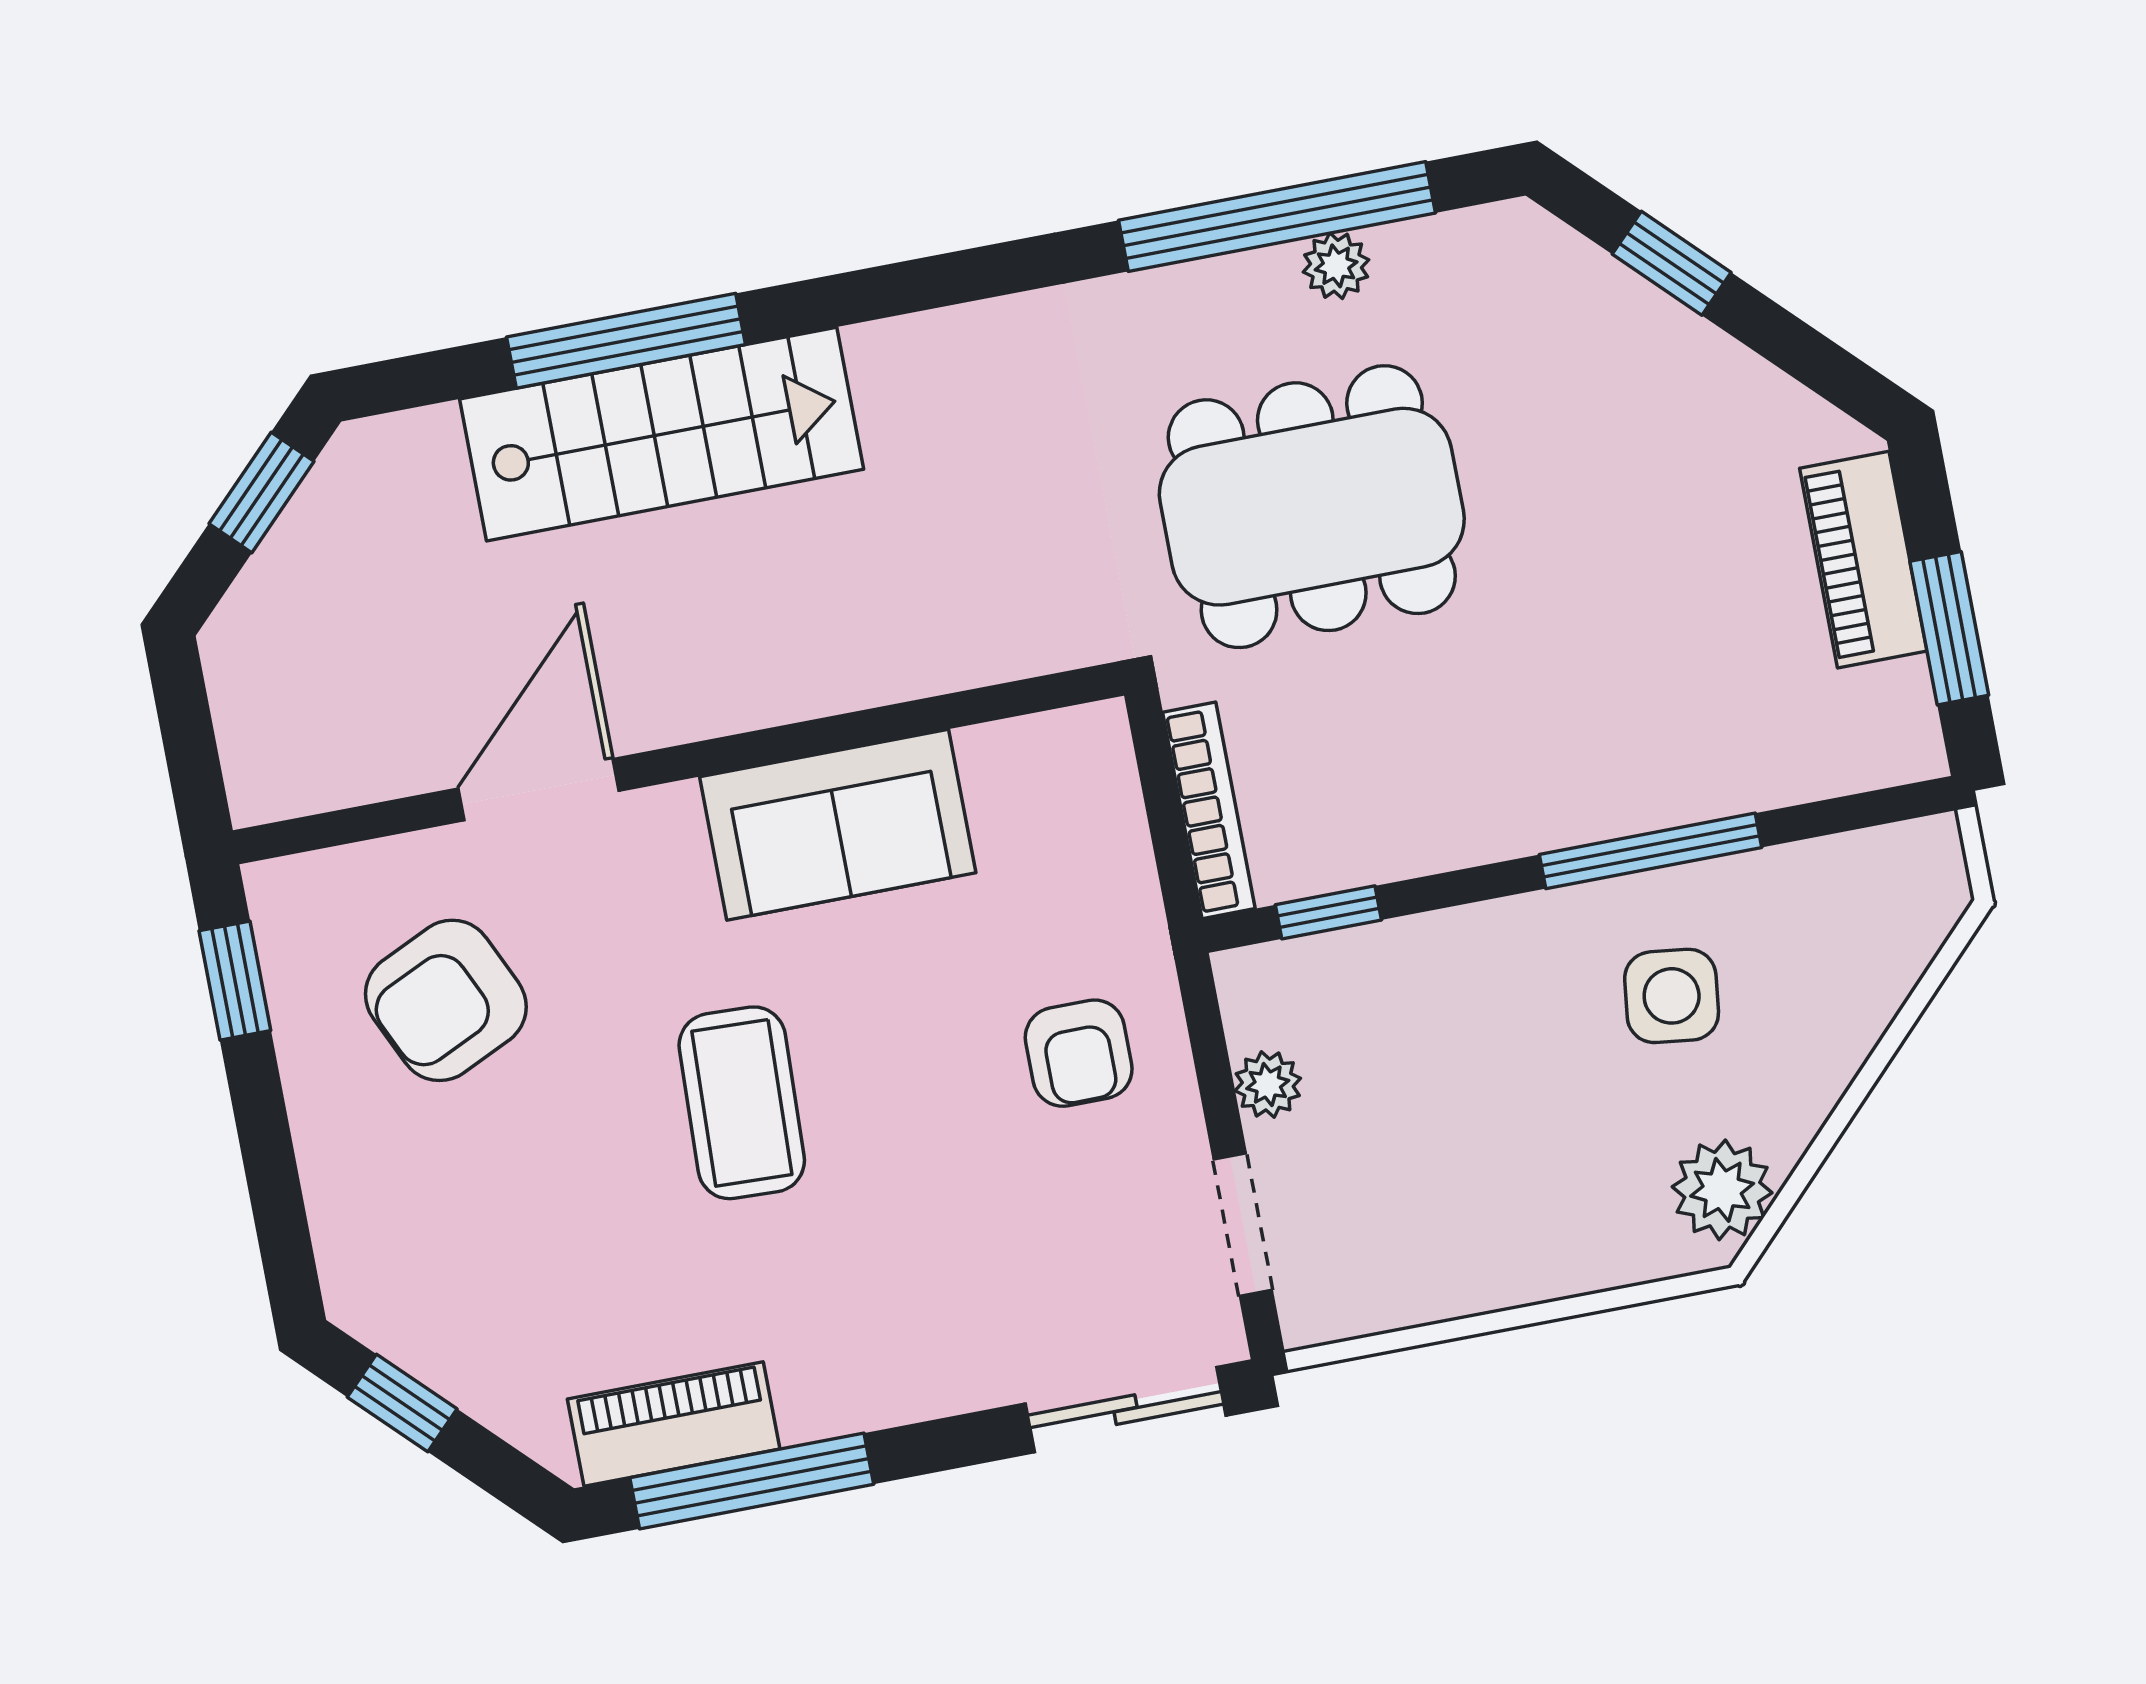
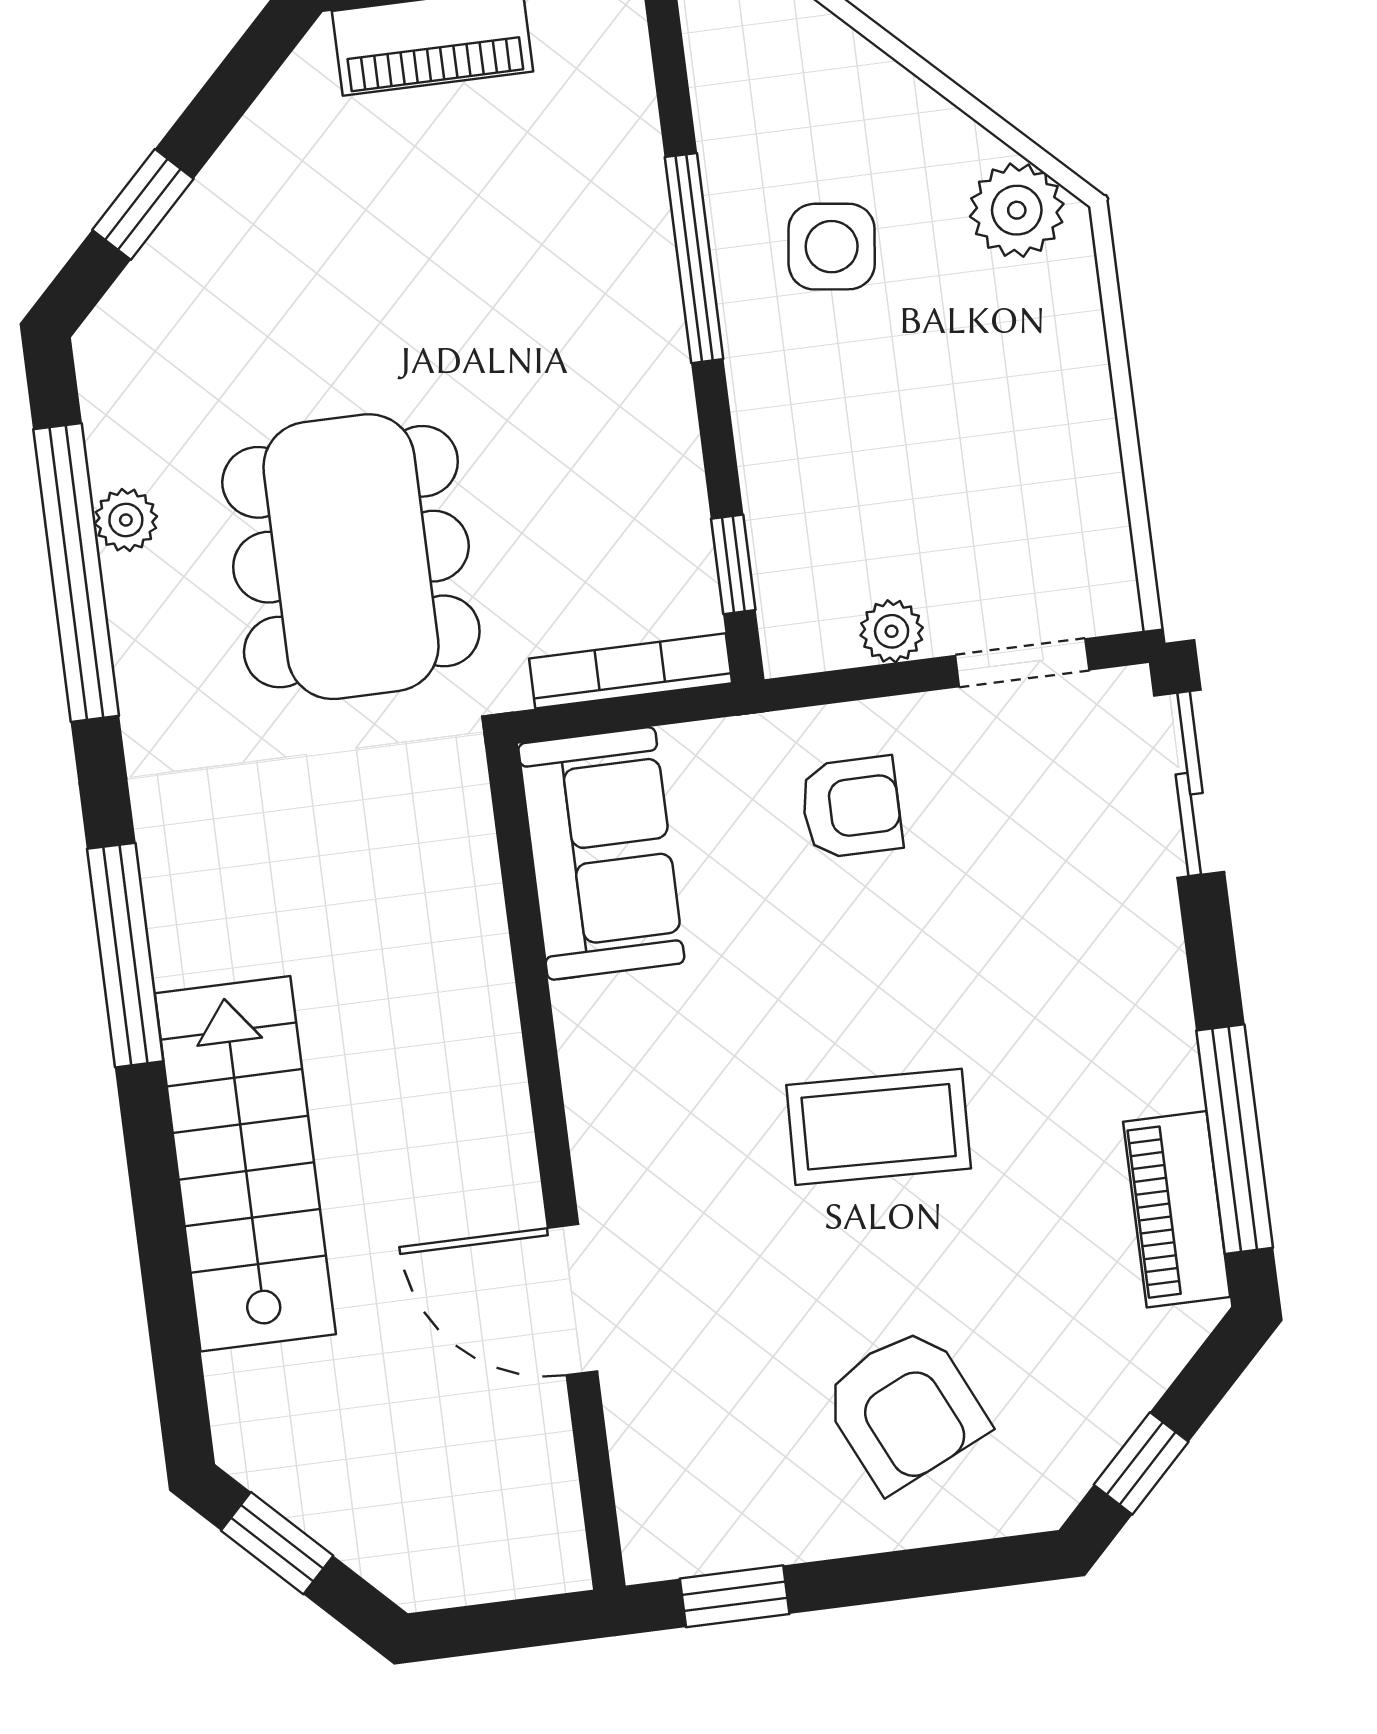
window: (626, 341) -> (125, 955), moved
sofa: (838, 825) -> (601, 853), moved
armchair: (446, 1000) -> (905, 1409), moved

